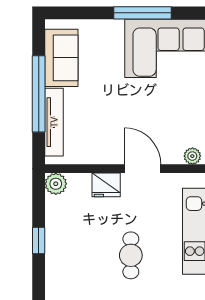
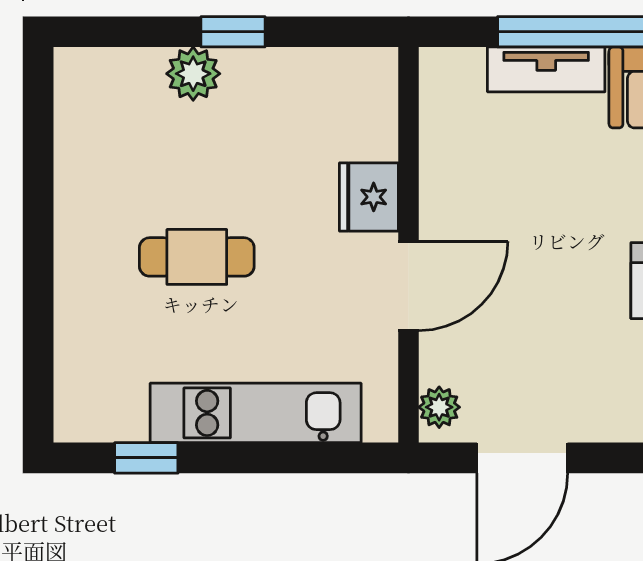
tv unit: (54, 122) -> (546, 69), width x0.71
plant: (56, 184) -> (193, 74), moved

